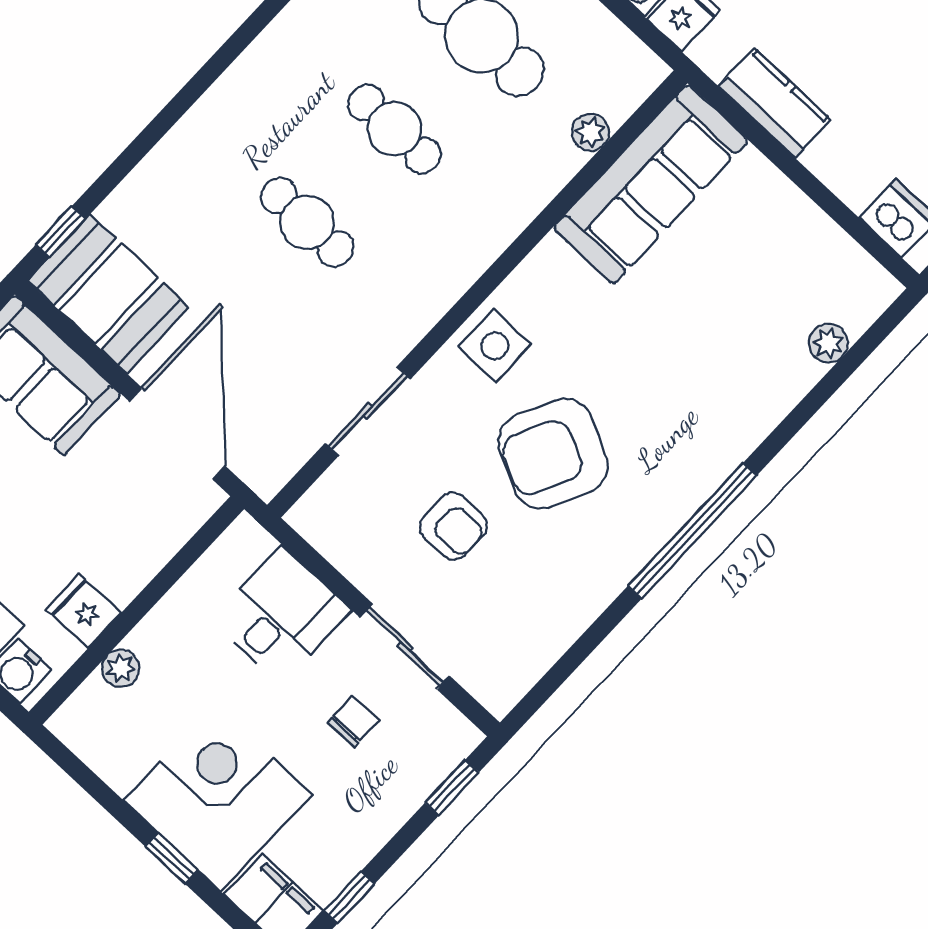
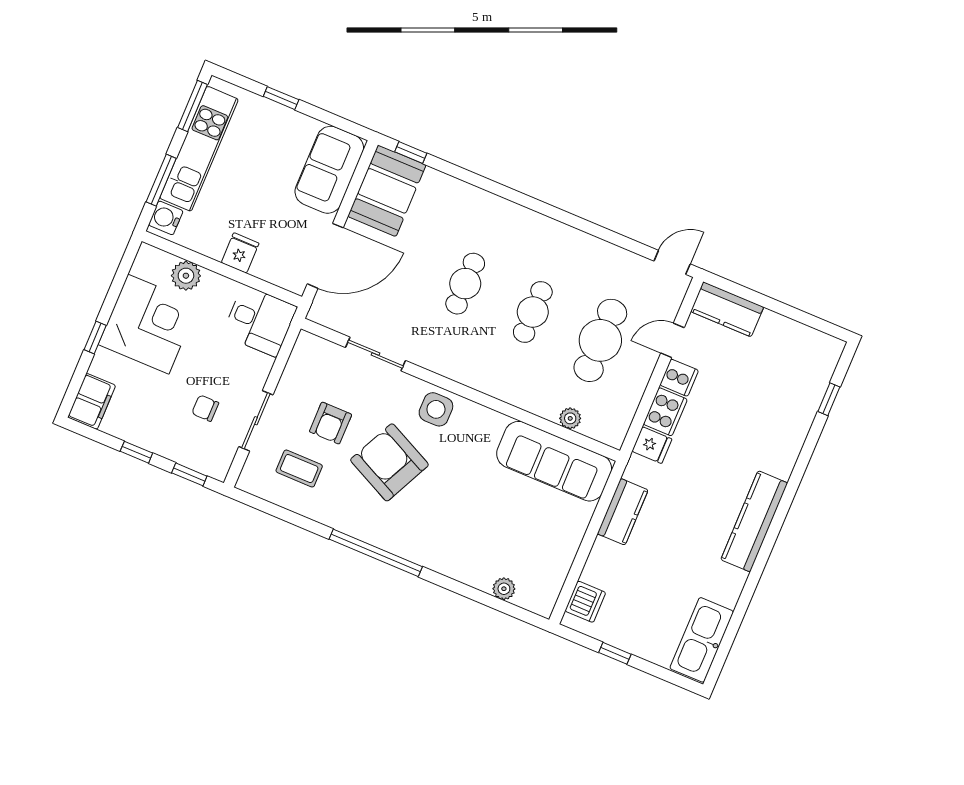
coffee table: (509, 605) -> (299, 469), added
fridge: (84, 611) -> (240, 253), moved
desk: (281, 615) -> (260, 321), moved
plant: (121, 668) -> (186, 276), width x1.38, depth x1.38
chair: (353, 721) -> (205, 408), turned 180
corner desk: (218, 797) -> (148, 324), moved
window: (349, 897) -> (136, 452), moved

